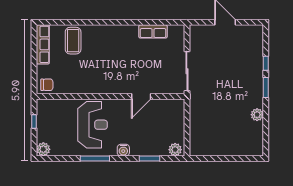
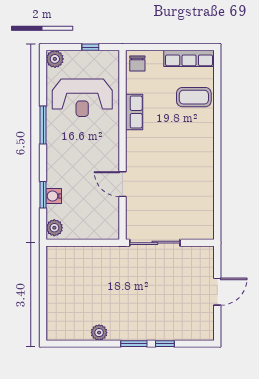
row of seats: (153, 31) -> (134, 112), moved, turned 180
reception desk: (92, 125) -> (82, 98), moved
water cooler: (123, 150) -> (54, 196), moved

